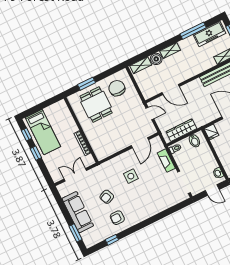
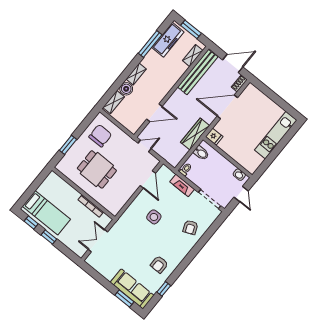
chair: (117, 88) -> (100, 136), turned 90
dining table: (96, 105) -> (97, 169), moved
wardrobe: (181, 130) -> (195, 134), moved
door: (212, 190) -> (241, 194), hinge flipped
armchair: (107, 197) -> (190, 227), moved
sofa: (78, 212) -> (132, 289), moved

